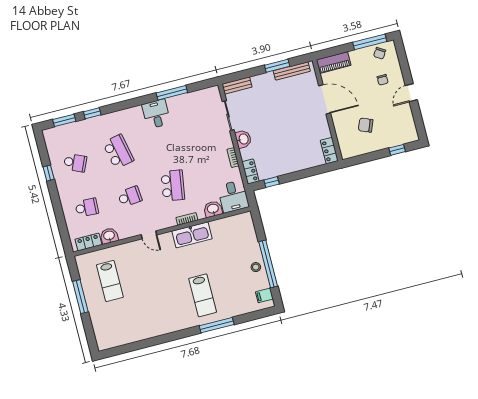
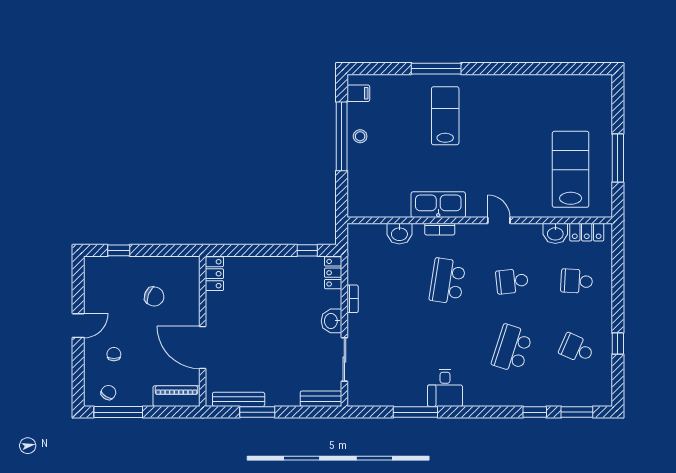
school desk: (118, 152) -> (512, 349), turned 30
desk: (233, 196) -> (366, 244), removed
lab bench: (110, 281) -> (571, 169), width x1.36, depth x1.39

